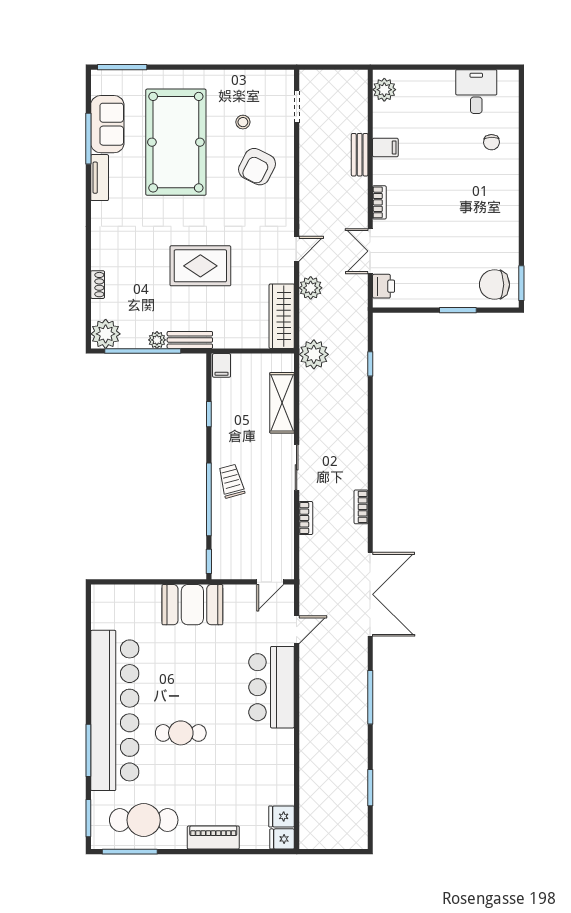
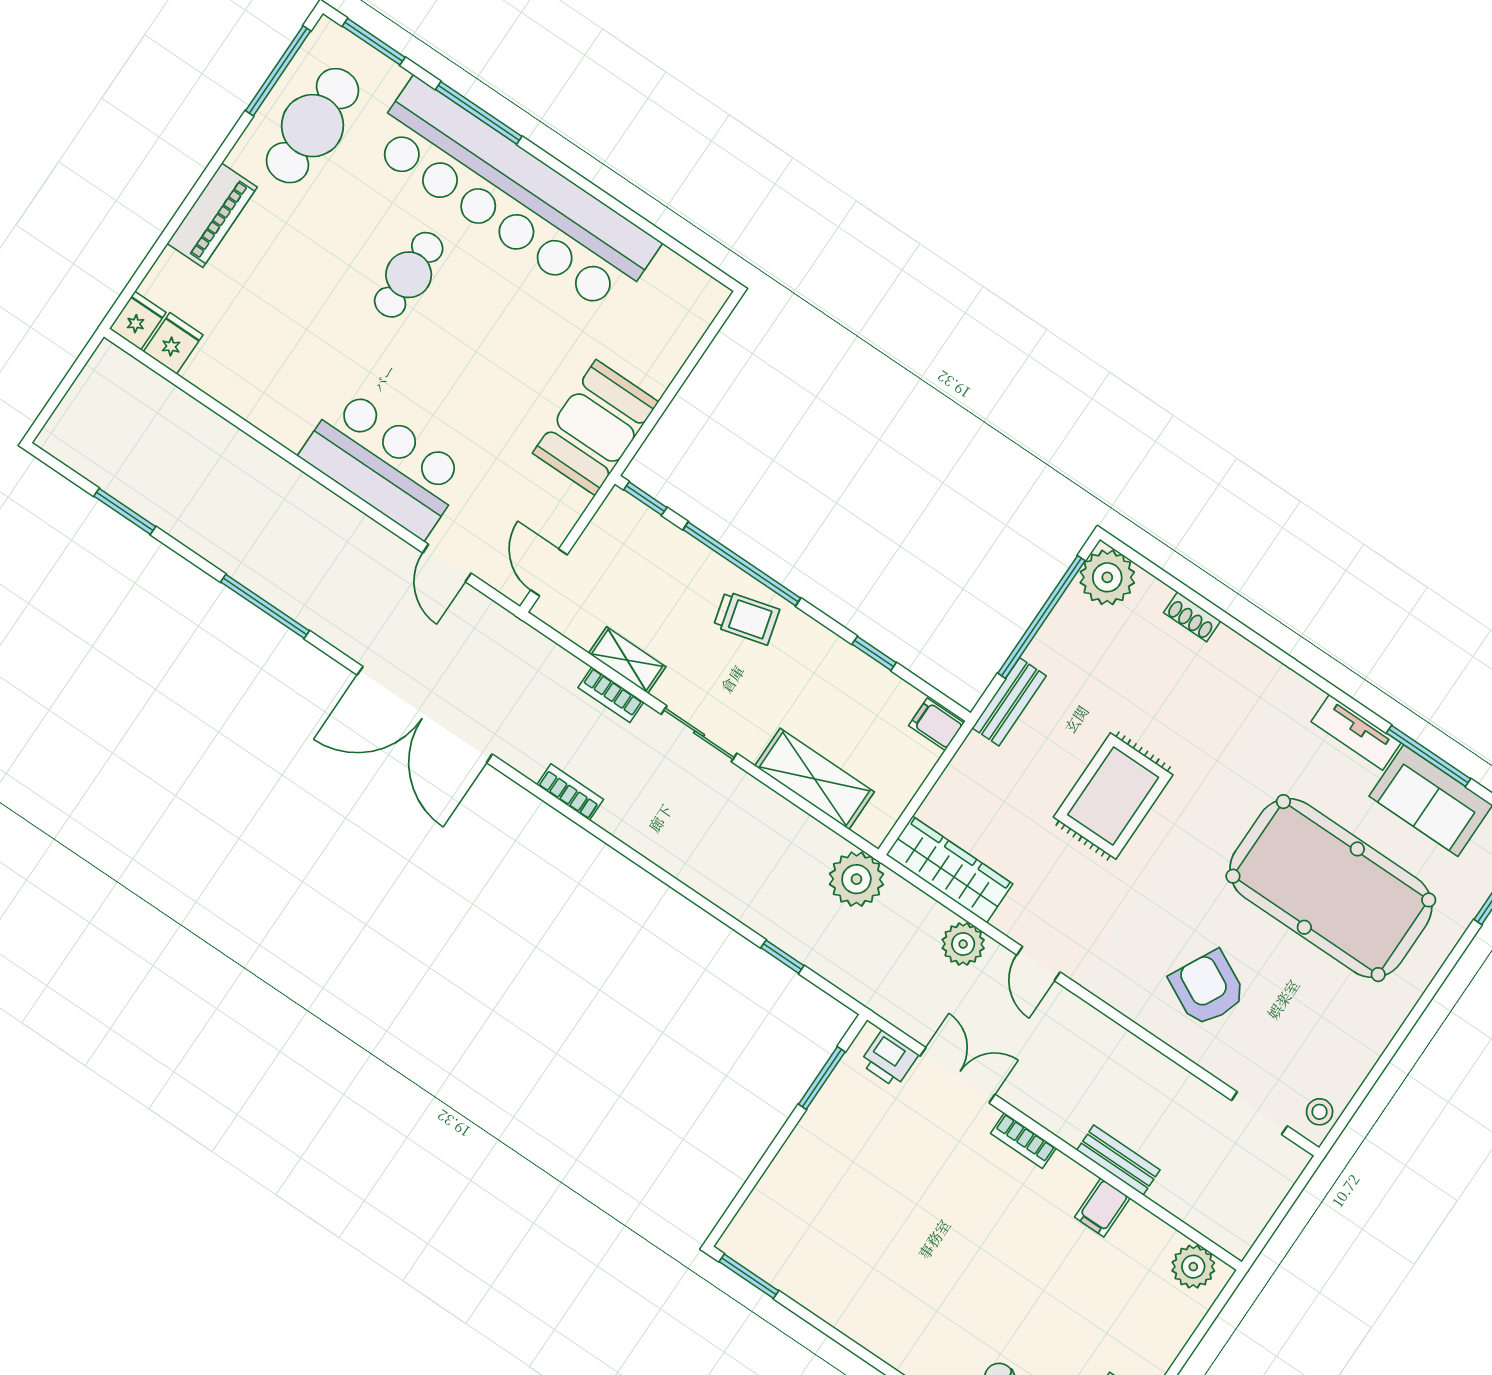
stool: (243, 122) -> (1320, 1112), moved
chair: (494, 285) -> (775, 1233), removed
window: (458, 310) -> (822, 1078), moved
plant: (157, 340) -> (1044, 651), removed
shelving: (286, 521) -> (627, 660), added

